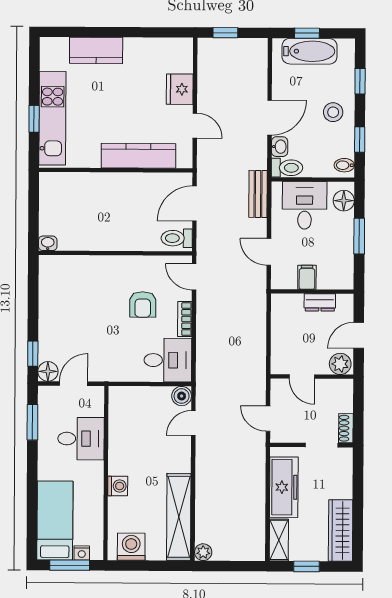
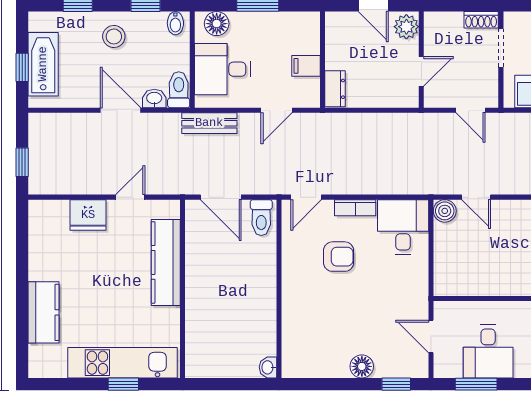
dresser: (320, 302) -> (335, 89), moved
floor lamp: (48, 371) -> (362, 366), moved
door: (268, 419) -> (470, 110), hinge flipped
desk: (81, 439) -> (488, 351), moved, turned 180

